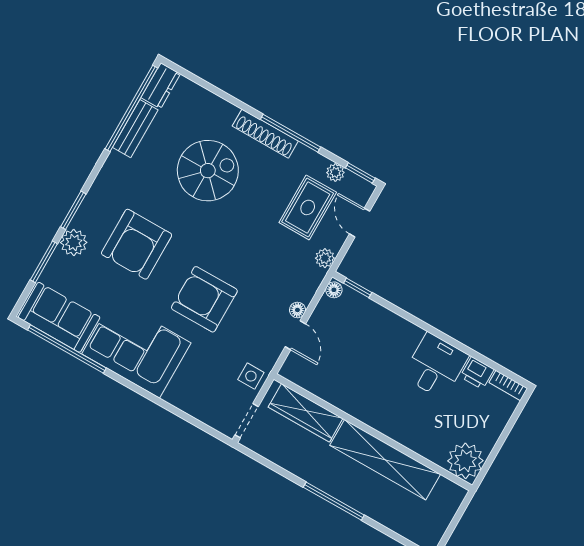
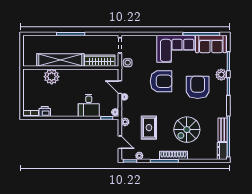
rug: (308, 207) -> (149, 128), moved
desk: (436, 366) -> (89, 105), moved
plant: (465, 461) -> (52, 77), moved

